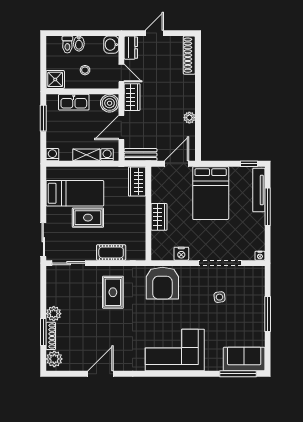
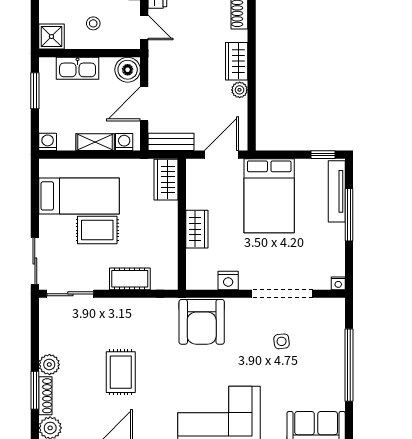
wardrobe: (132, 97) -> (237, 61), moved, turned 180
rug: (113, 292) -> (121, 372), moved
window: (268, 314) -> (349, 365), width x1.46

